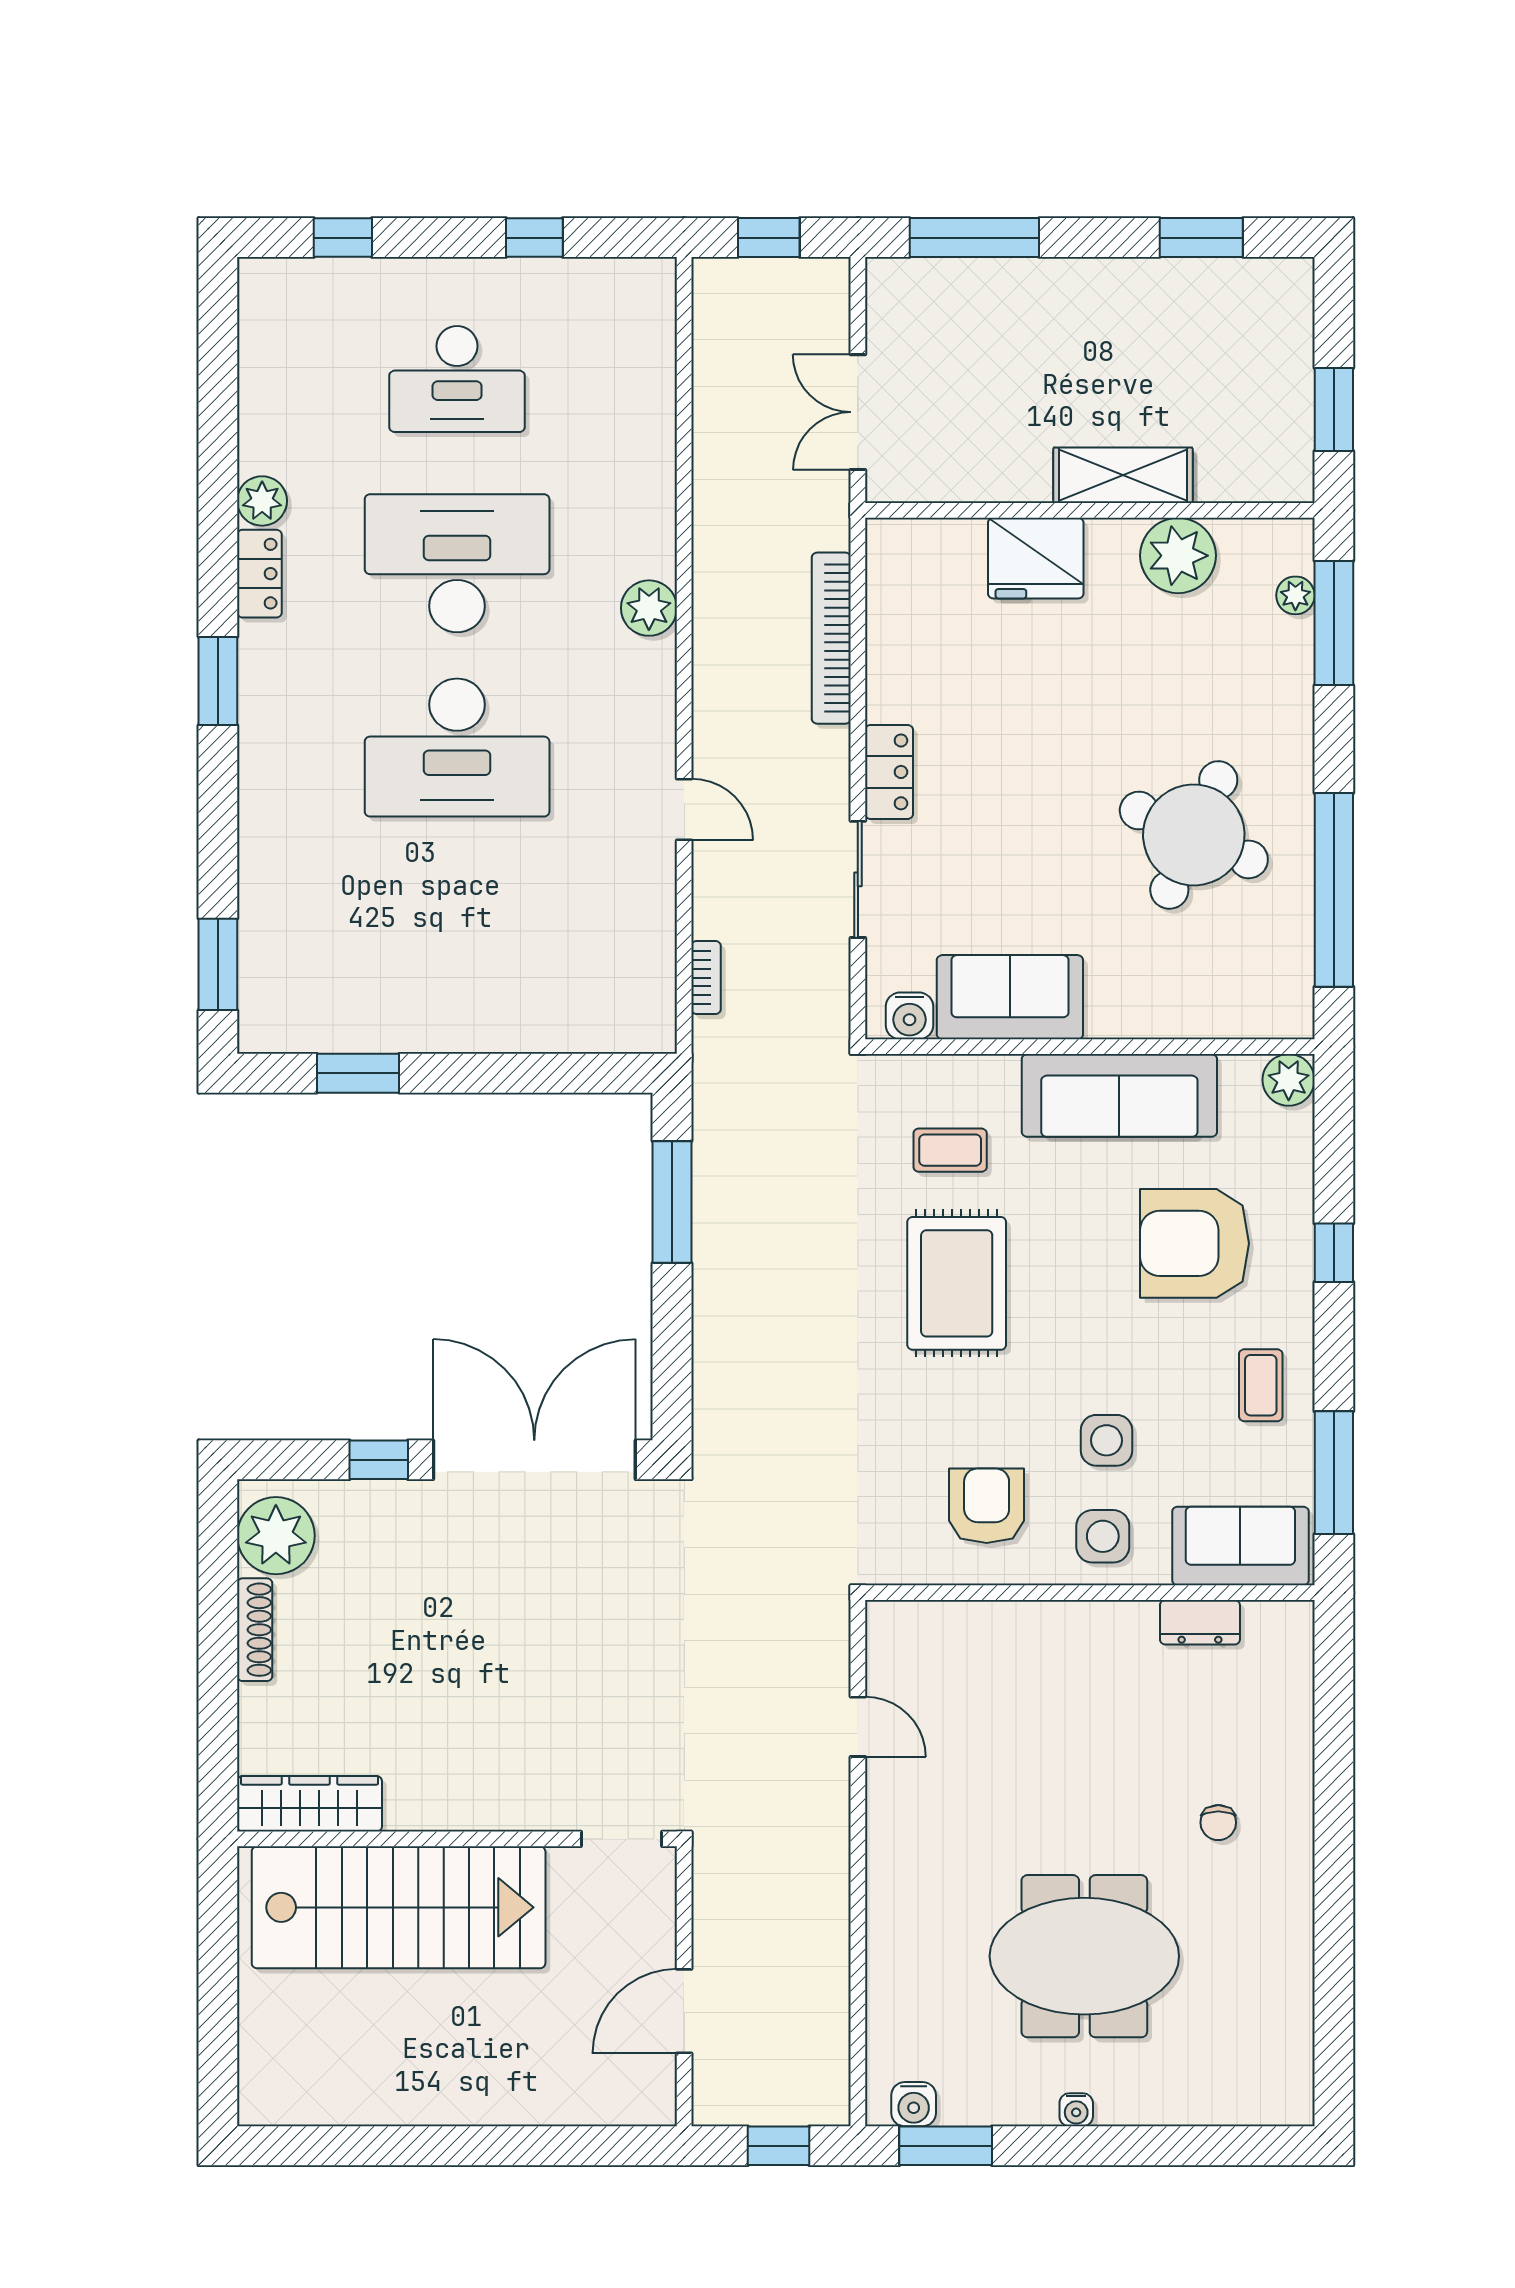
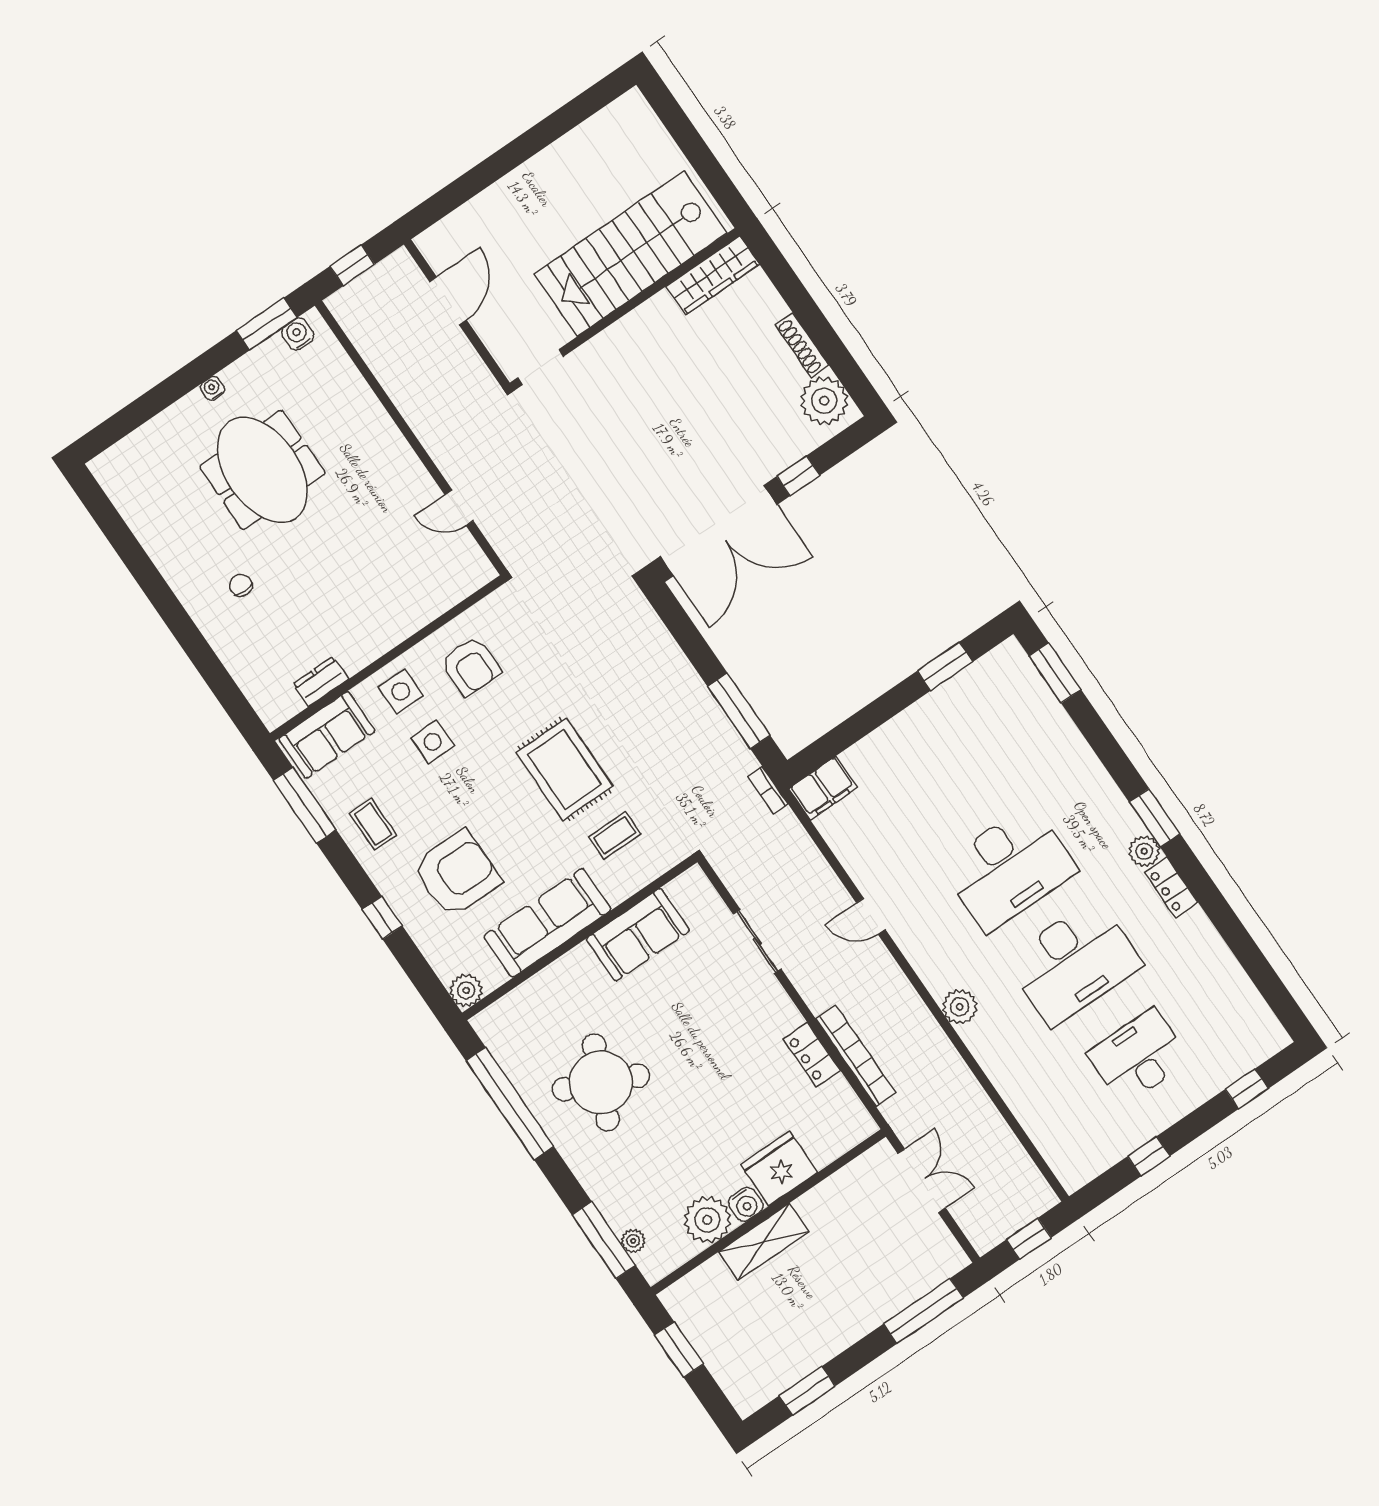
plant: (262, 501) -> (1144, 851), moved
desk: (457, 748) -> (1009, 868), turned 180
locker: (889, 772) -> (812, 1055), moved
bookcase: (706, 978) -> (768, 790), moved
water cooler: (909, 1016) -> (746, 1204), moved, turned 180
filing cabinet: (631, 1023) -> (823, 788), added
meeting table: (1084, 1956) -> (262, 470), turned 90

